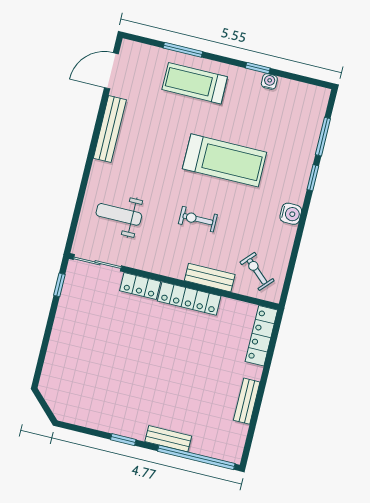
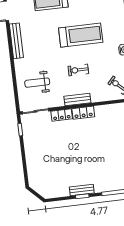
bench: (210, 278) -> (77, 100), moved
locker: (189, 299) -> (83, 113), width x0.66
bench: (168, 439) -> (82, 190), moved

